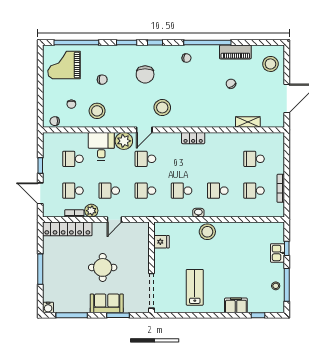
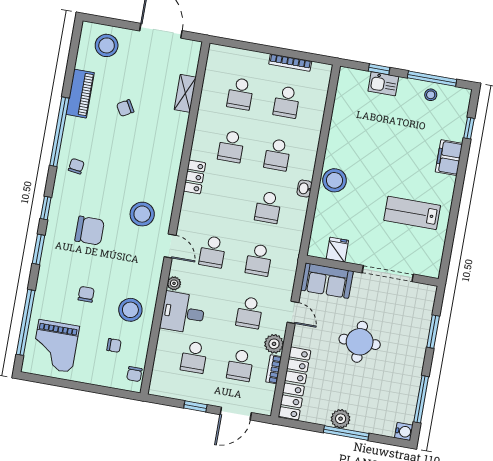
plant: (124, 141) -> (174, 283), width x0.53, depth x0.53
school desk: (218, 159) -> (231, 146), added
plant: (49, 264) -> (341, 419), added
doorway: (152, 291) -> (388, 273), moved
sofa: (107, 303) -> (327, 281), moved, turned -90

